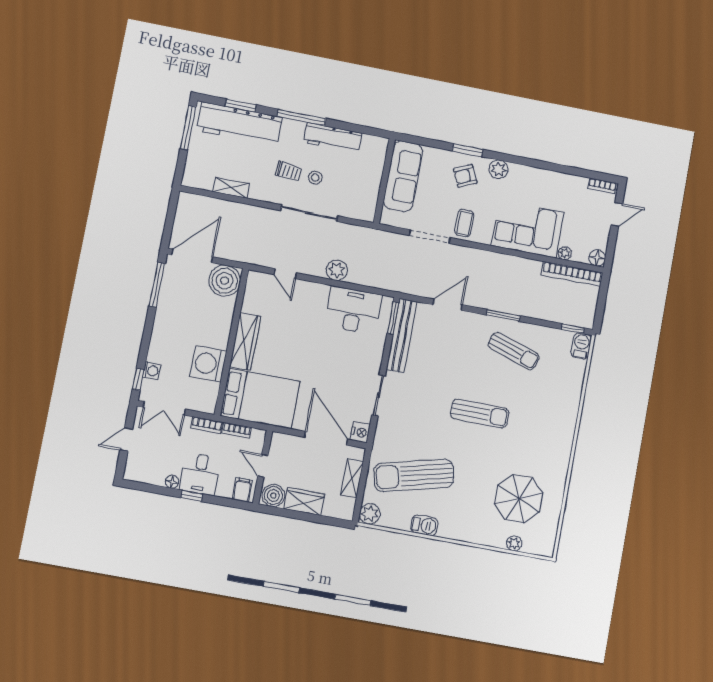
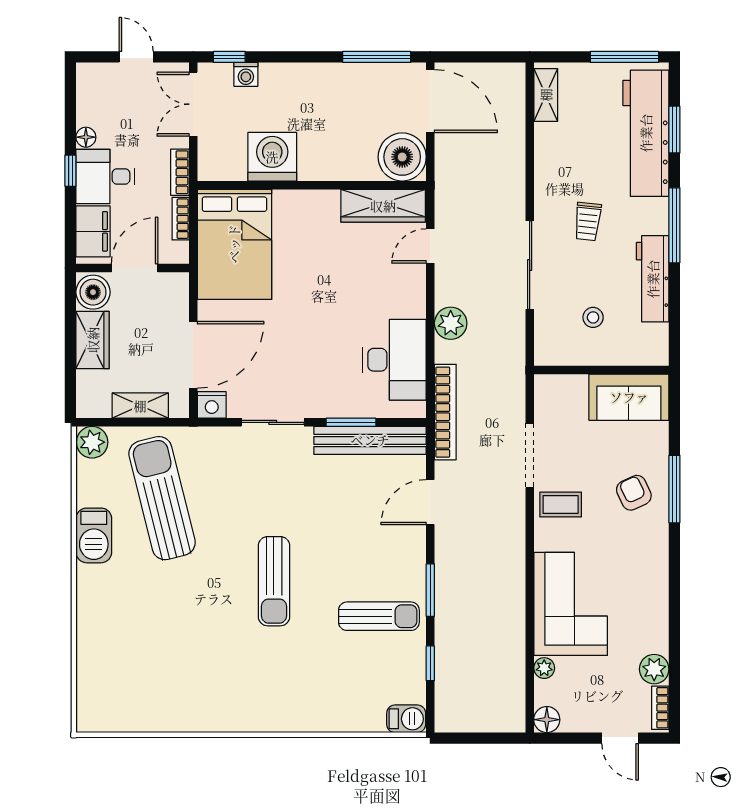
window: (468, 150) -> (674, 489), width x1.44
plant: (499, 169) -> (654, 669), moved
sofa: (403, 176) -> (629, 397), width x0.73
stool: (315, 178) -> (593, 317), moved
shelving: (231, 188) -> (546, 95), moved
bookcase: (572, 274) -> (445, 412), moved, turned 180
door: (448, 305) -> (430, 502), swing flipped
window: (393, 318) -> (351, 422), moved
window: (573, 329) -> (430, 663), moved
wardrobe: (245, 342) -> (383, 206), moved
sun lounger: (514, 351) -> (379, 616), turned -108
door: (263, 466) -> (135, 268), width x1.38
filing cabinet: (242, 490) -> (93, 231), width x2.00
parasol: (519, 499) -> (156, 664), removed
barbecue: (424, 525) -> (94, 535), width x1.38, depth x1.27
plant: (514, 543) -> (88, 670), removed

